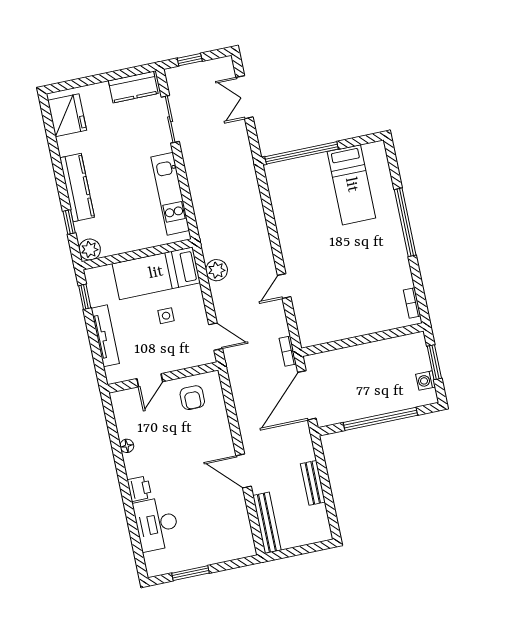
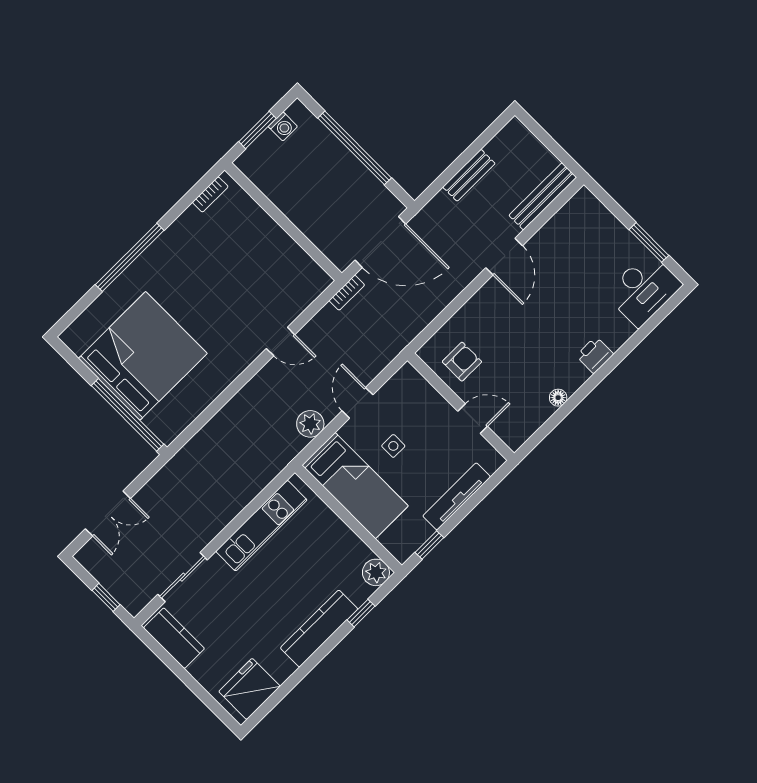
bed: (351, 185) -> (143, 356), width x2.04
door: (216, 337) -> (358, 403), moved
desk: (156, 524) -> (644, 289), moved

